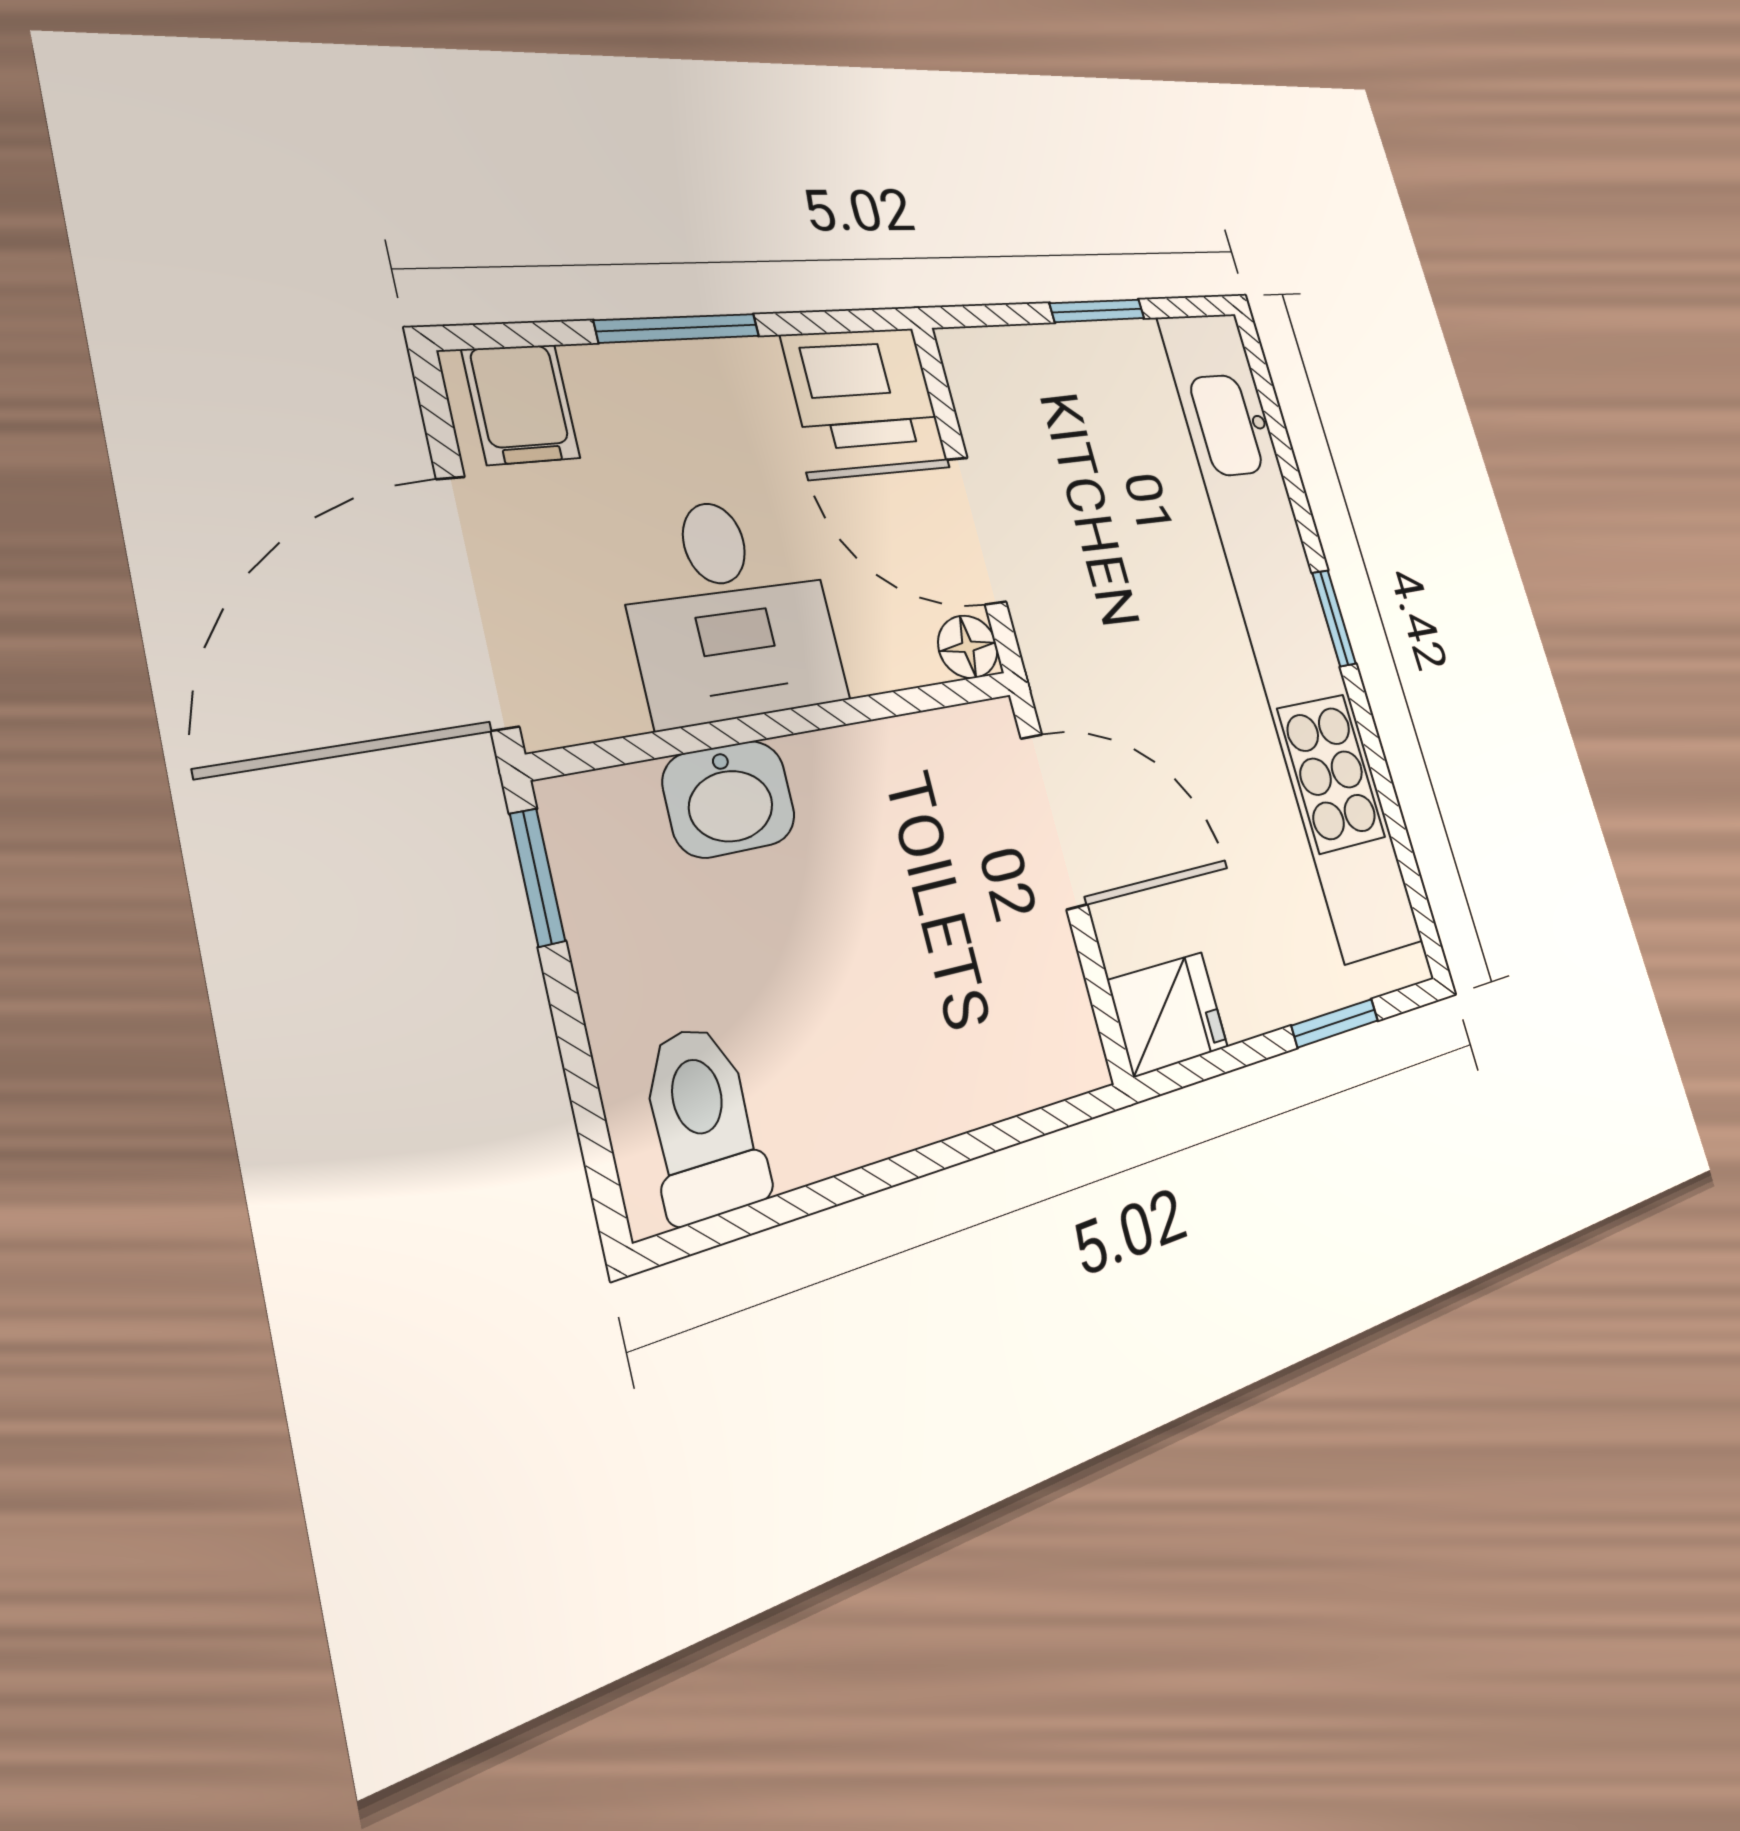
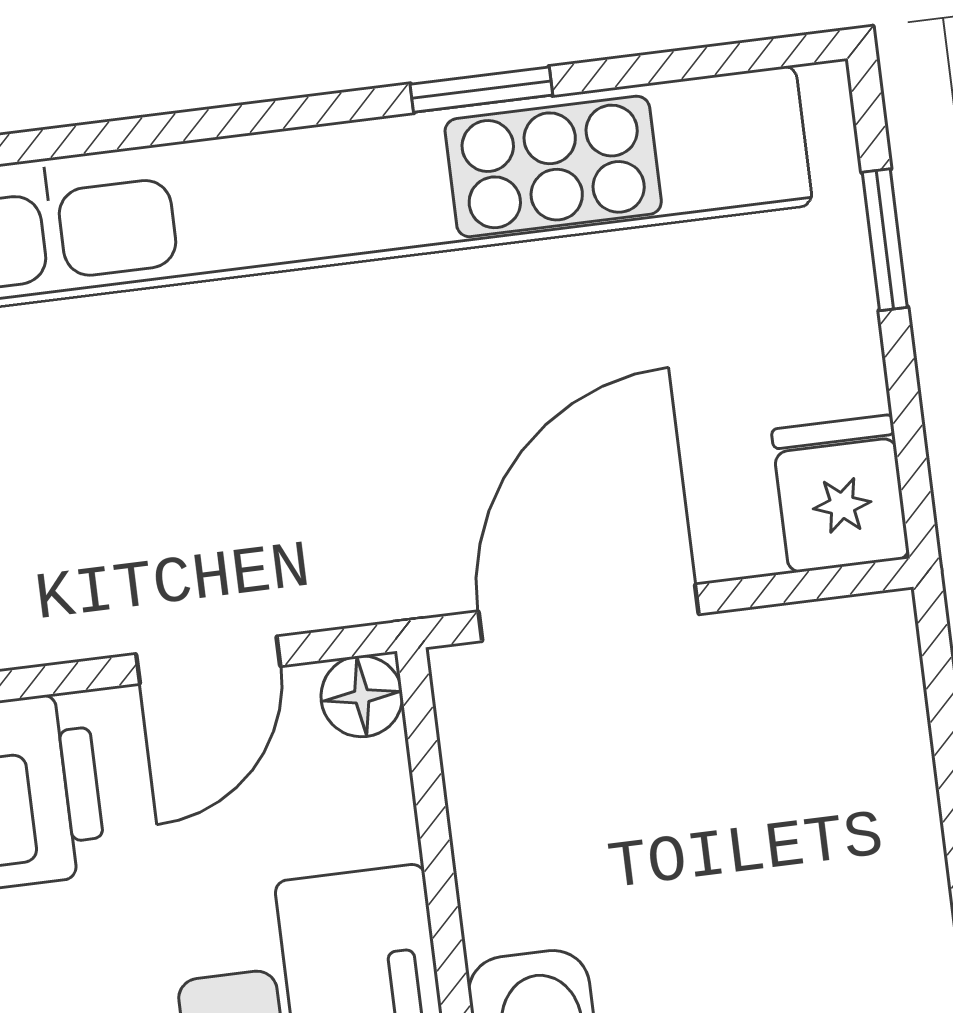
door: (976, 531) -> (208, 660), width x0.73
window: (1334, 618) -> (481, 90), moved

